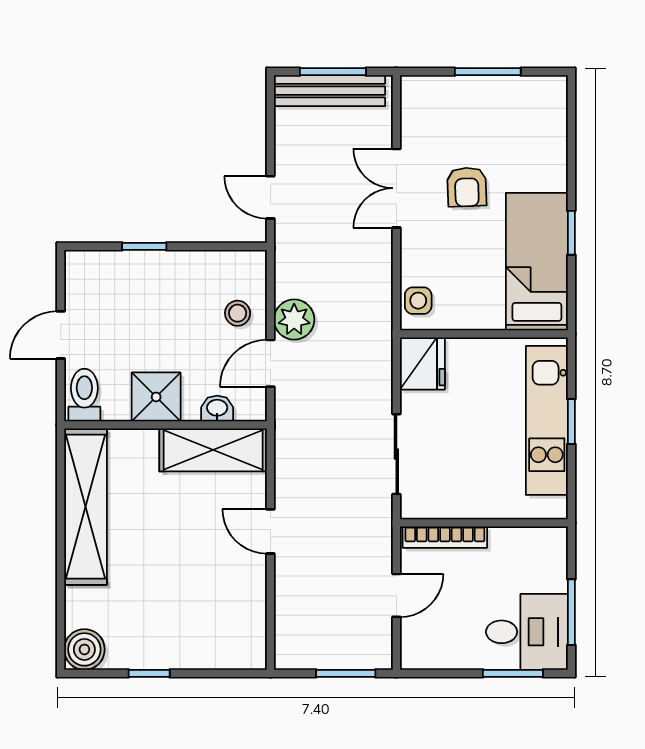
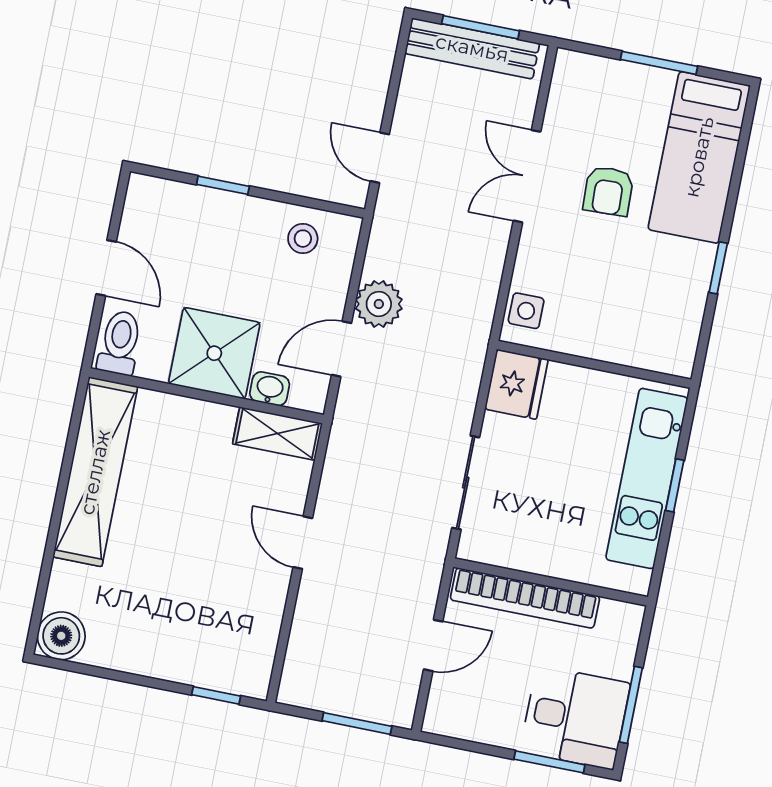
bed: (537, 262) -> (699, 157), moved, turned 180
stool: (238, 313) -> (303, 239), moved
door: (61, 335) -> (106, 268), swing flipped
shower: (156, 397) -> (214, 353), width x1.36, depth x1.36
shelving: (213, 450) -> (277, 434), width x0.67, depth x0.75
bookcase: (445, 537) -> (525, 598), width x1.48, depth x1.31
window: (149, 673) -> (216, 695), moved

